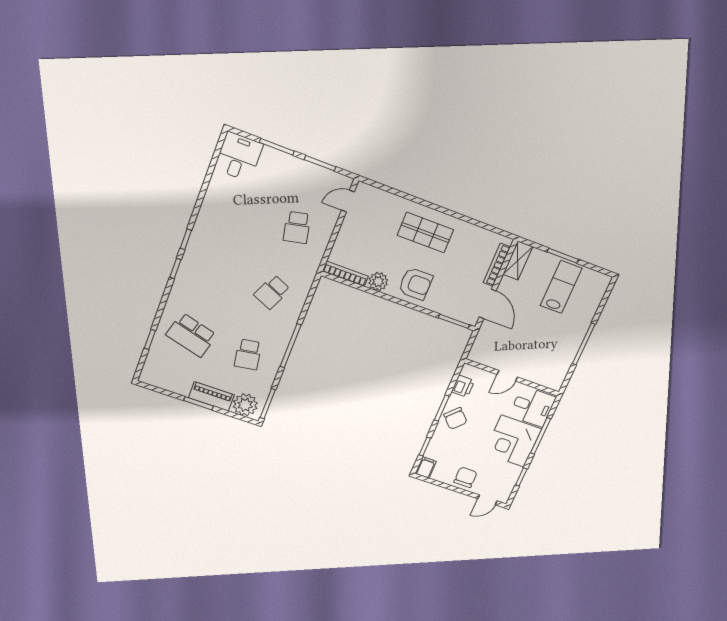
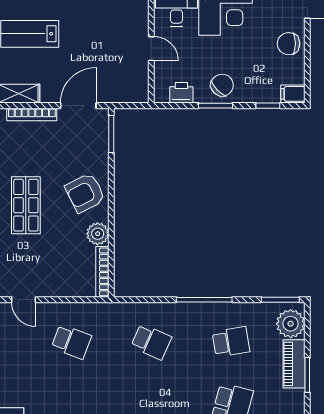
school desk: (297, 227) -> (71, 342), turned 33
armchair: (416, 284) -> (85, 193), turned -117

